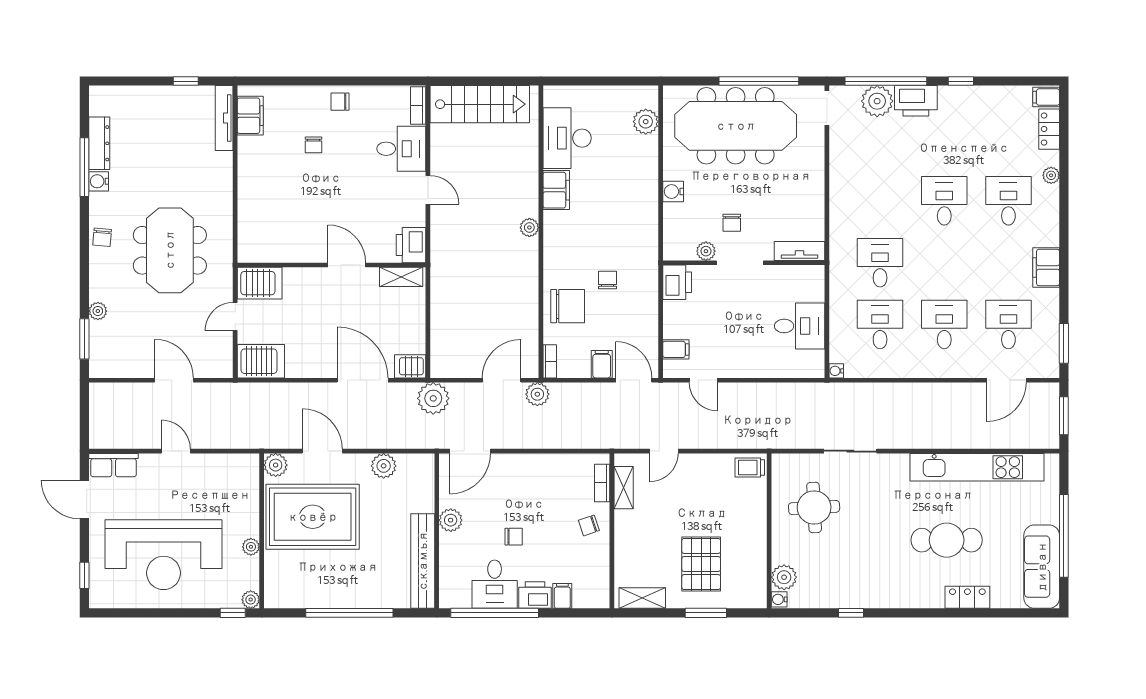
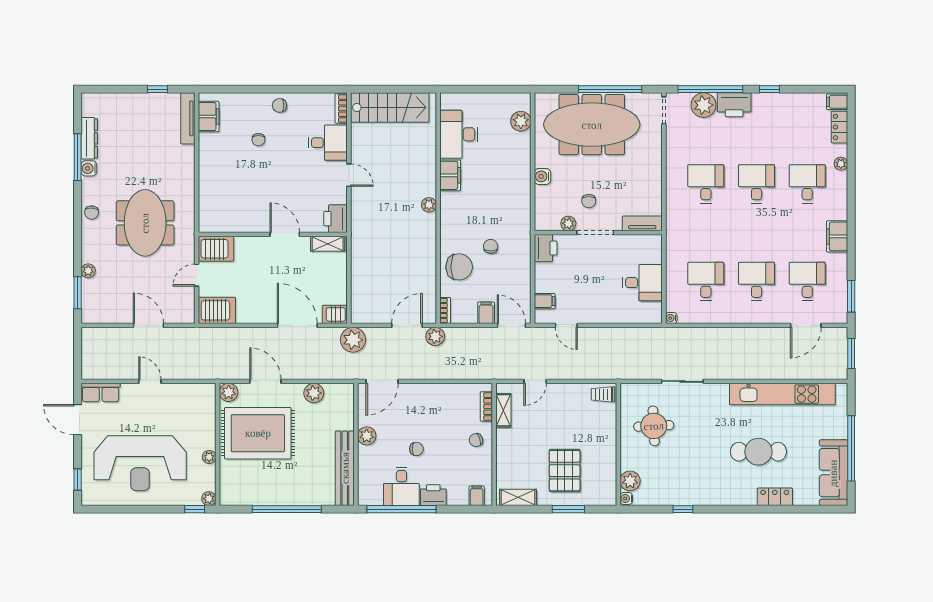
desk: (880, 263) -> (706, 184), moved
filing cabinet: (562, 596) -> (477, 496), moved

